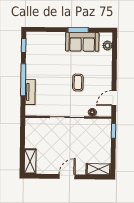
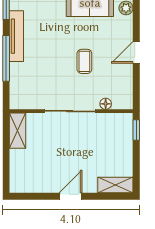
tv unit: (30, 92) -> (16, 36), moved, width x1.41
door: (114, 98) -> (136, 52), moved
shelving: (30, 161) -> (17, 131), moved

